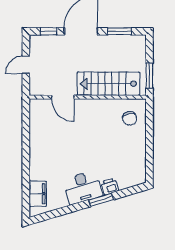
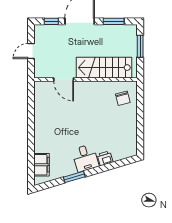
window: (149, 76) -> (140, 46), moved
desk: (83, 187) -> (85, 158), width x0.73
window: (101, 200) -> (74, 177), moved

